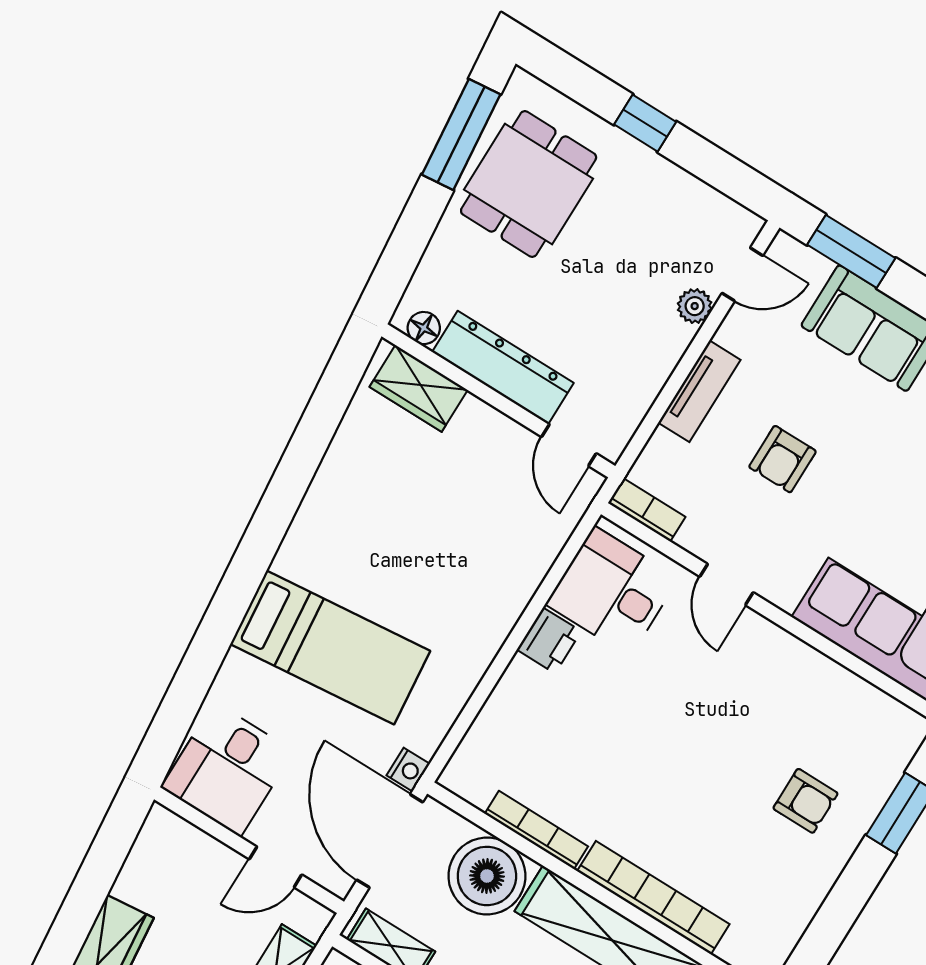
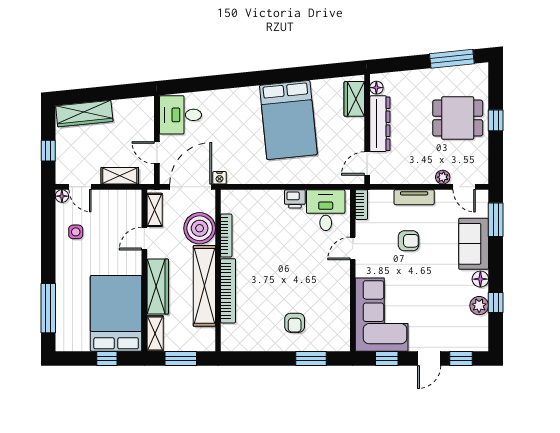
dining table: (529, 184) -> (458, 118), moved
armchair: (783, 459) -> (409, 241), turned 180
bed: (330, 647) -> (288, 120), moved, width x1.50

